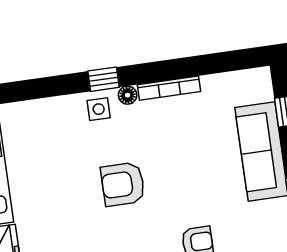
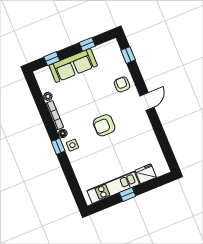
plant: (211, 84) -> (48, 96), added
armchair: (123, 184) -> (104, 125), turned 90

